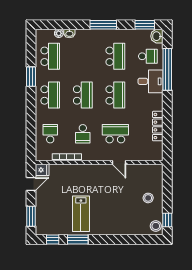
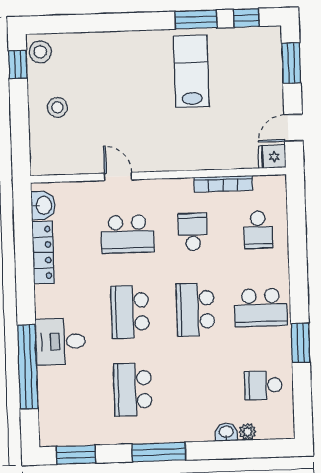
washbasin: (157, 36) -> (43, 205), moved
school desk: (50, 56) -> (263, 385), width x0.54
school desk: (148, 56) -> (67, 392), removed
school desk: (50, 95) -> (261, 307), turned -90

